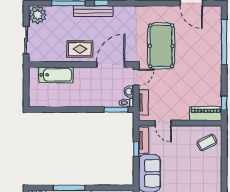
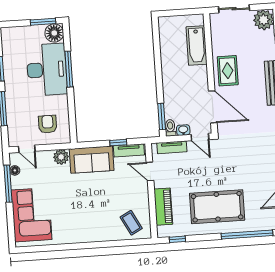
pool table: (161, 46) -> (217, 207), moved
piano: (206, 113) -> (163, 207), moved
door: (163, 123) -> (150, 171), hinge flipped

